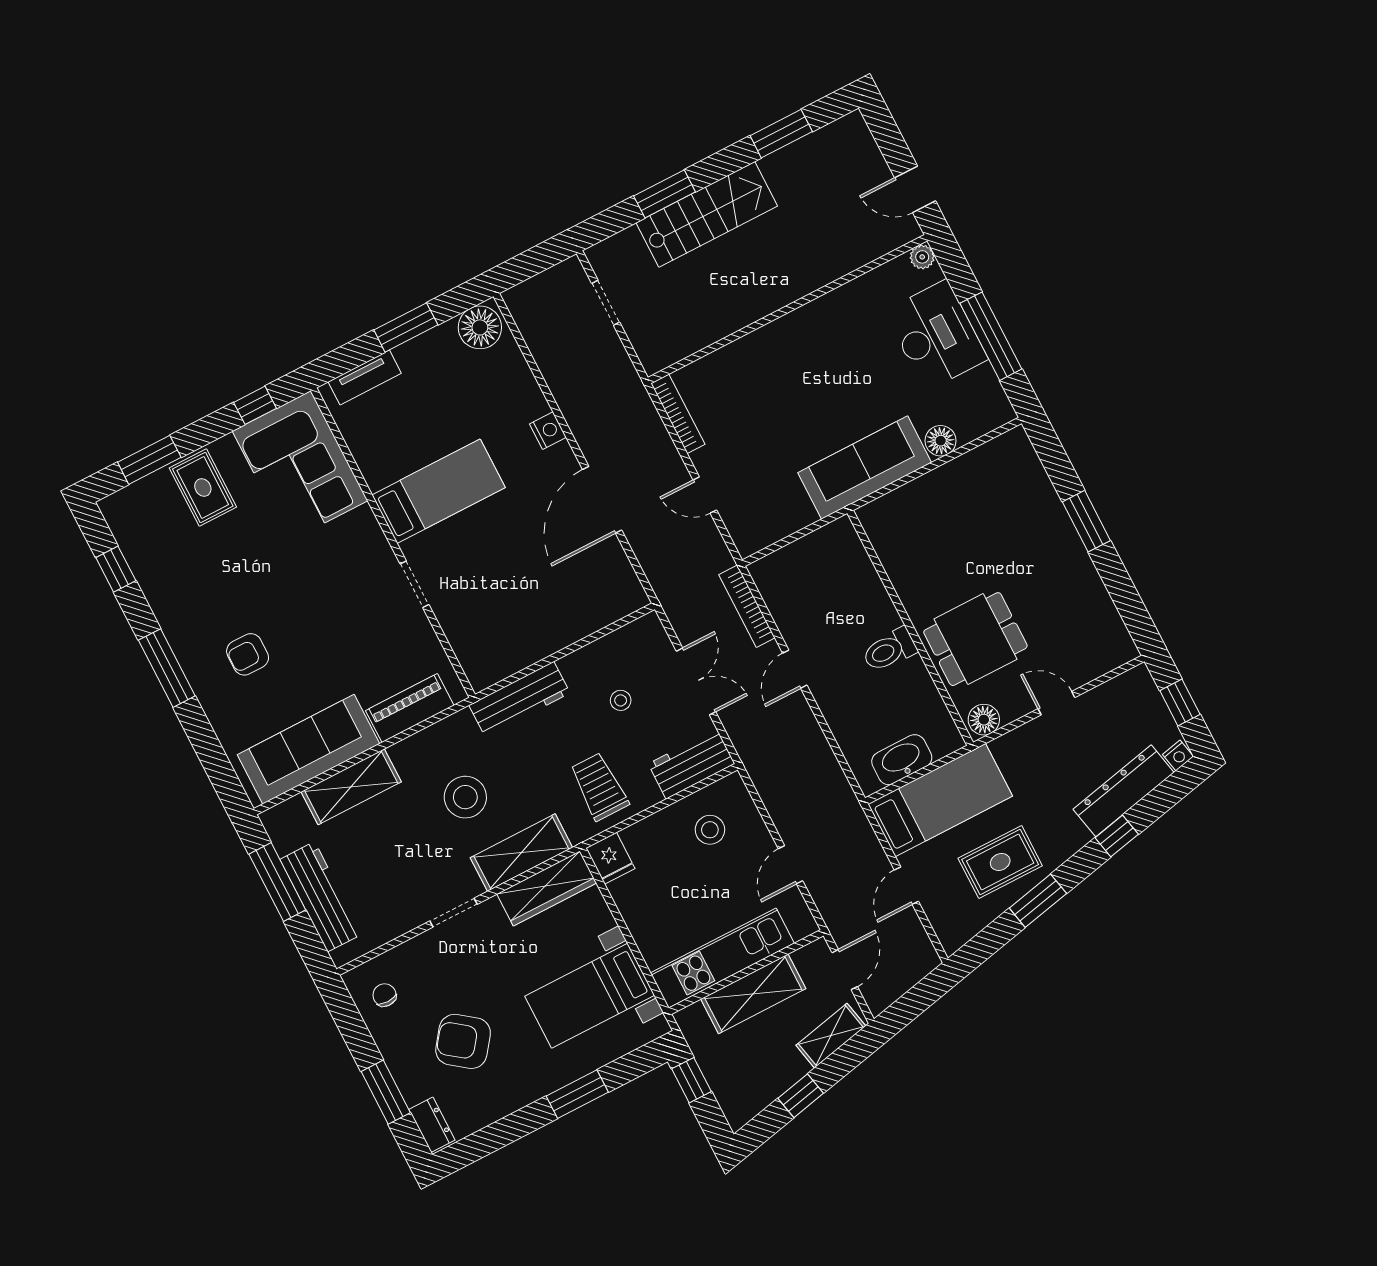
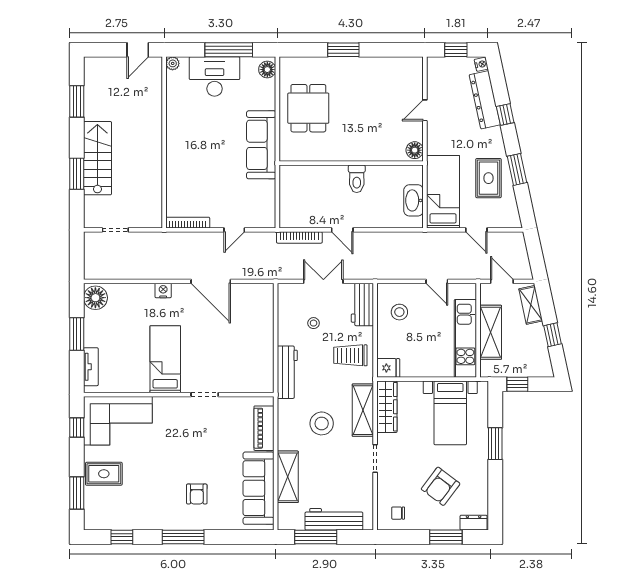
floor lamp: (941, 441) -> (267, 70), moved
dining table: (975, 639) -> (308, 108), moved

